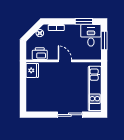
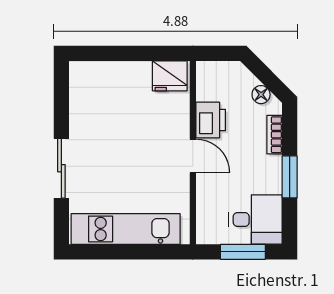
window: (84, 21) -> (290, 177), moved
printer: (40, 54) -> (211, 120), moved
door: (65, 61) -> (193, 156), hinge flipped

